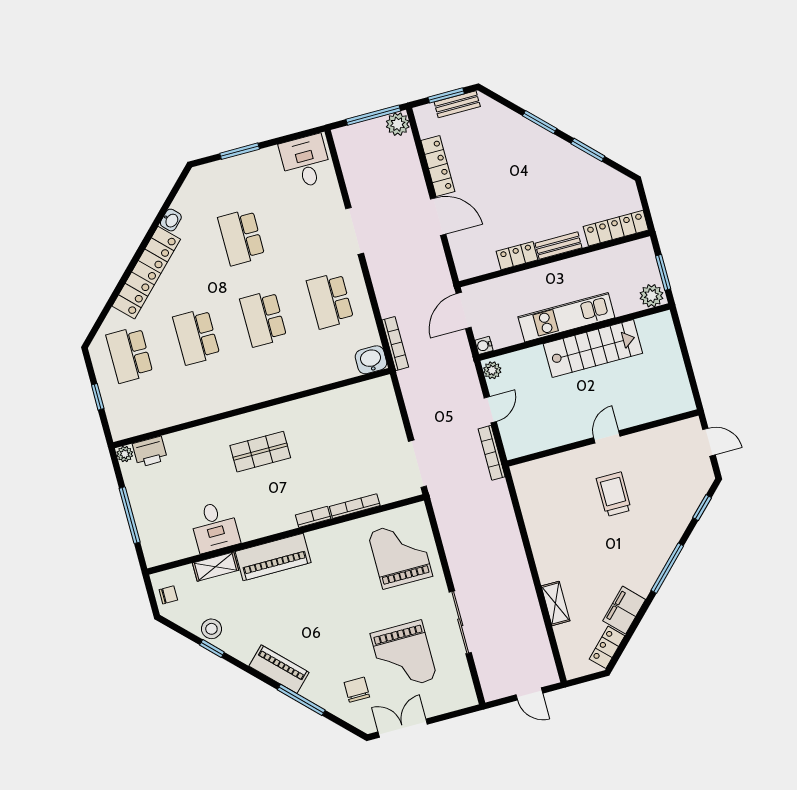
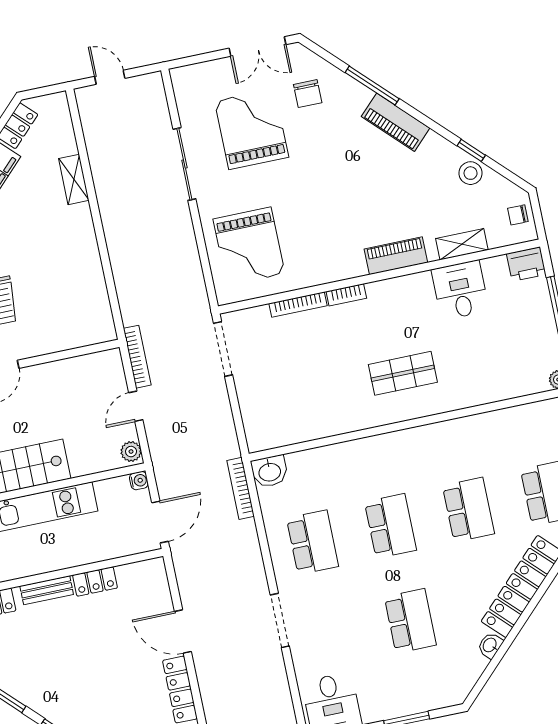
printer: (150, 452) -> (526, 264), moved, turned 180
piano: (273, 557) -> (396, 256), width x0.73, depth x0.75

